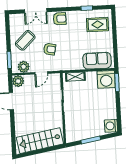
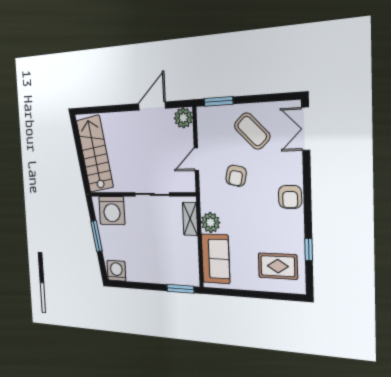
double door: (36, 11) -> (306, 129), moved
rug: (97, 25) -> (278, 266), turned 90
plant: (24, 67) -> (210, 223), moved
door: (41, 73) -> (196, 159), hinge flipped
washing machine: (106, 79) -> (112, 211), moved, turned -90

